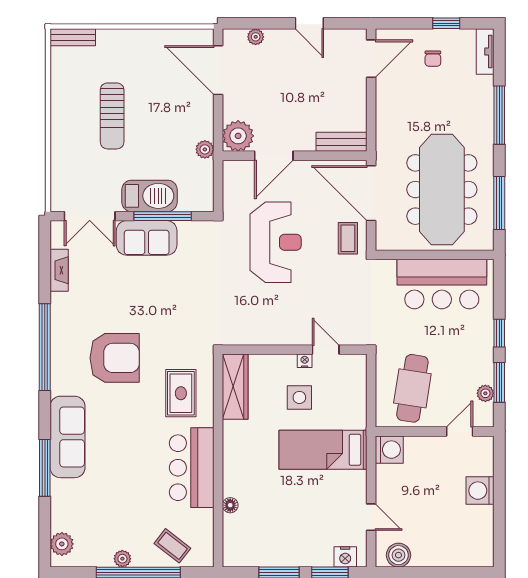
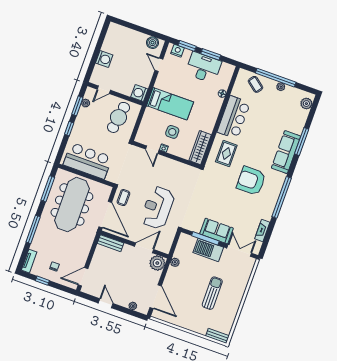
desk: (284, 542) -> (203, 68), added

